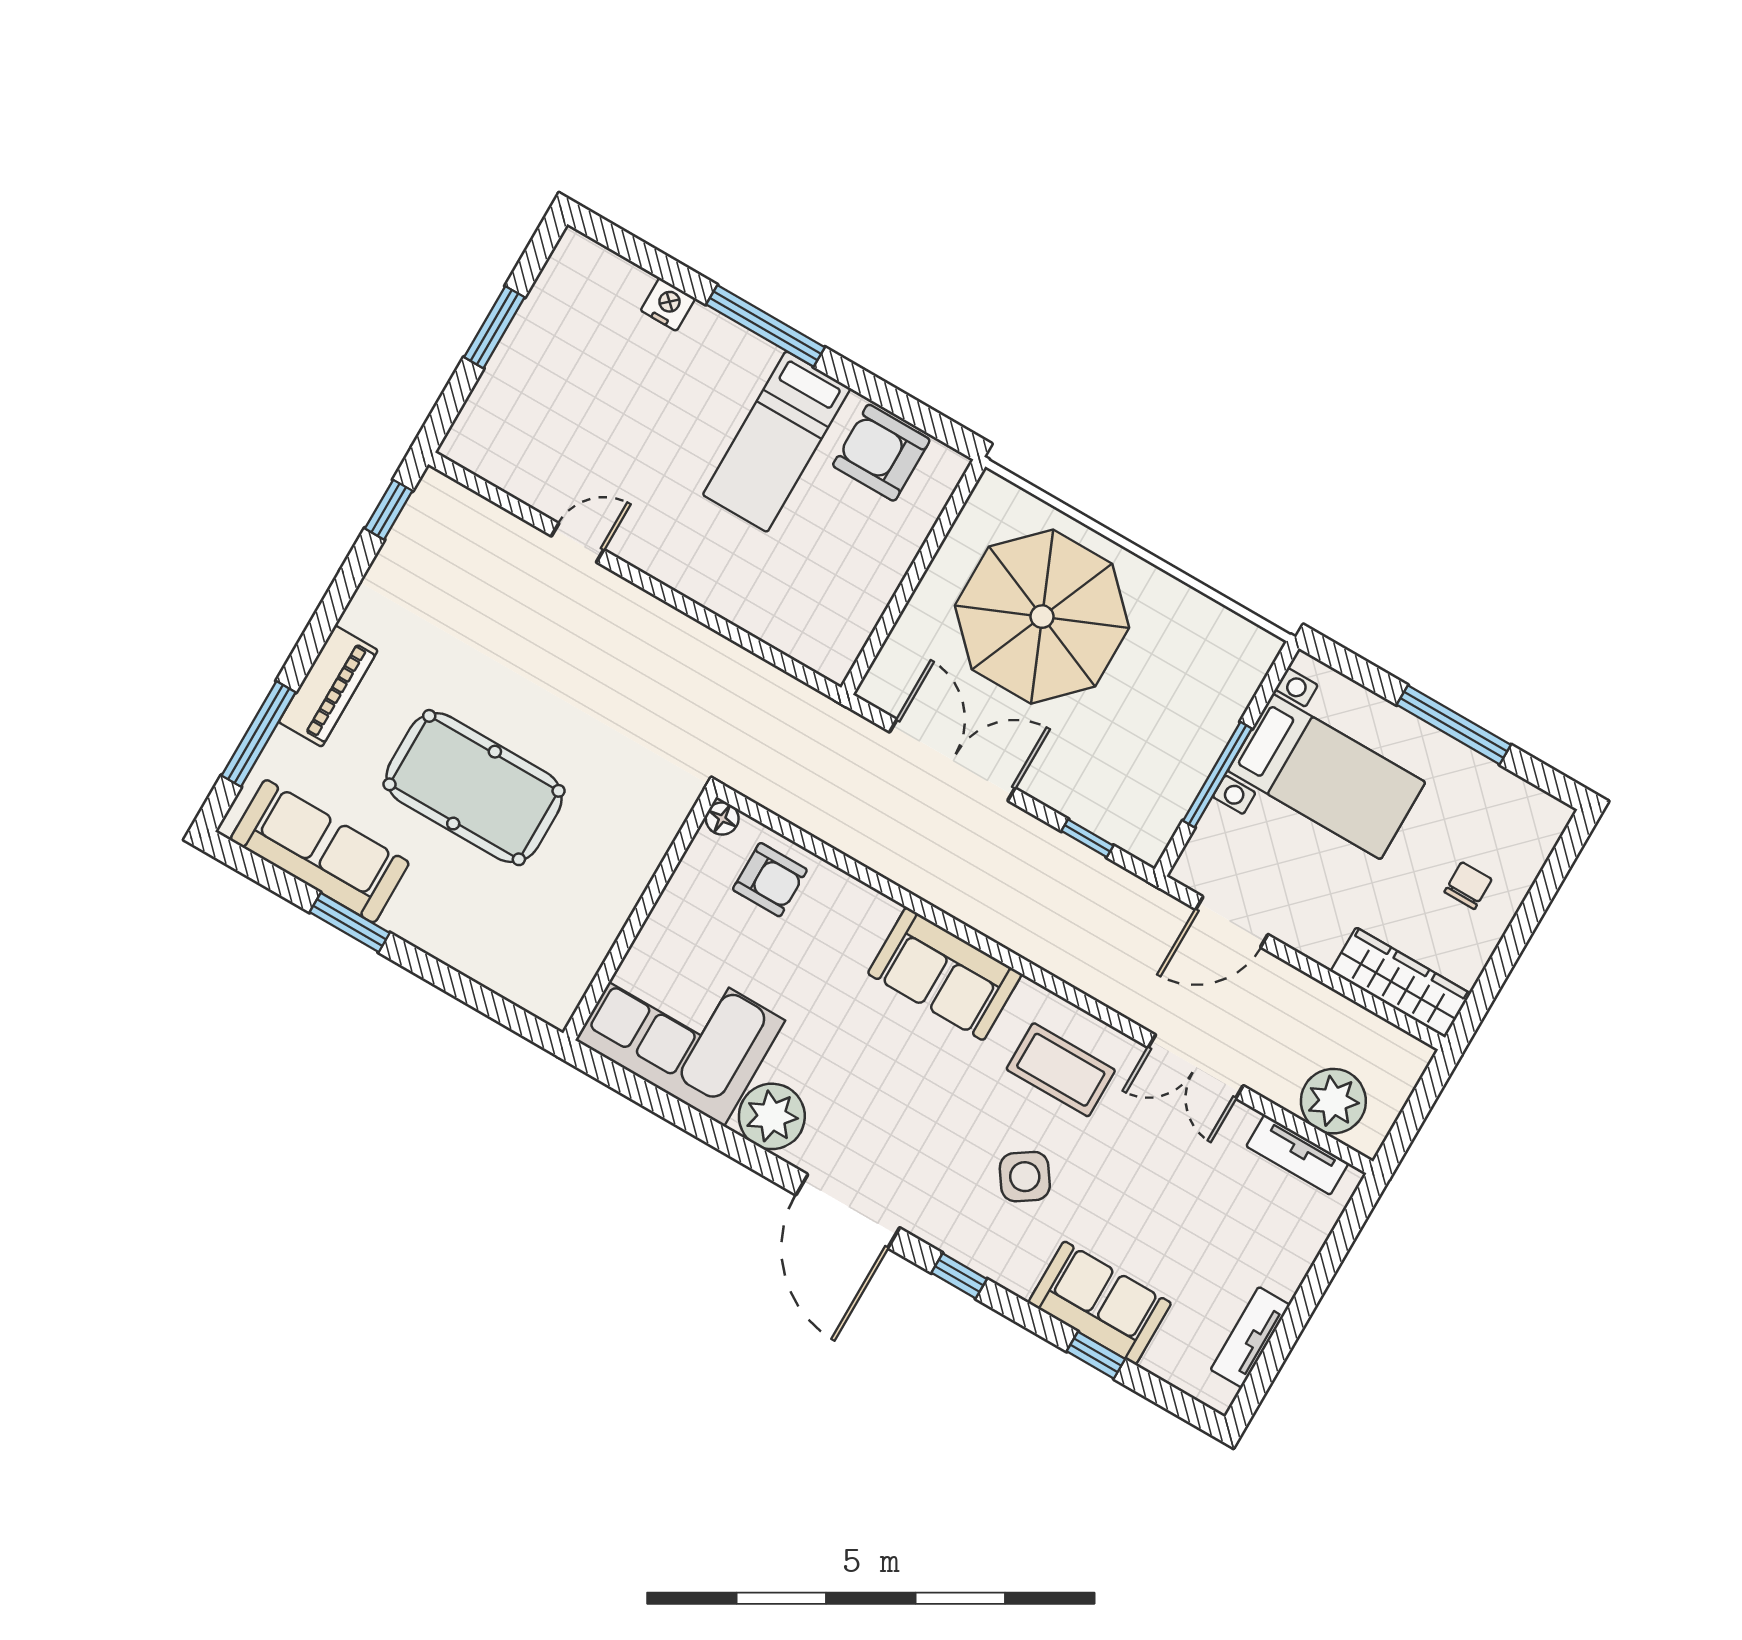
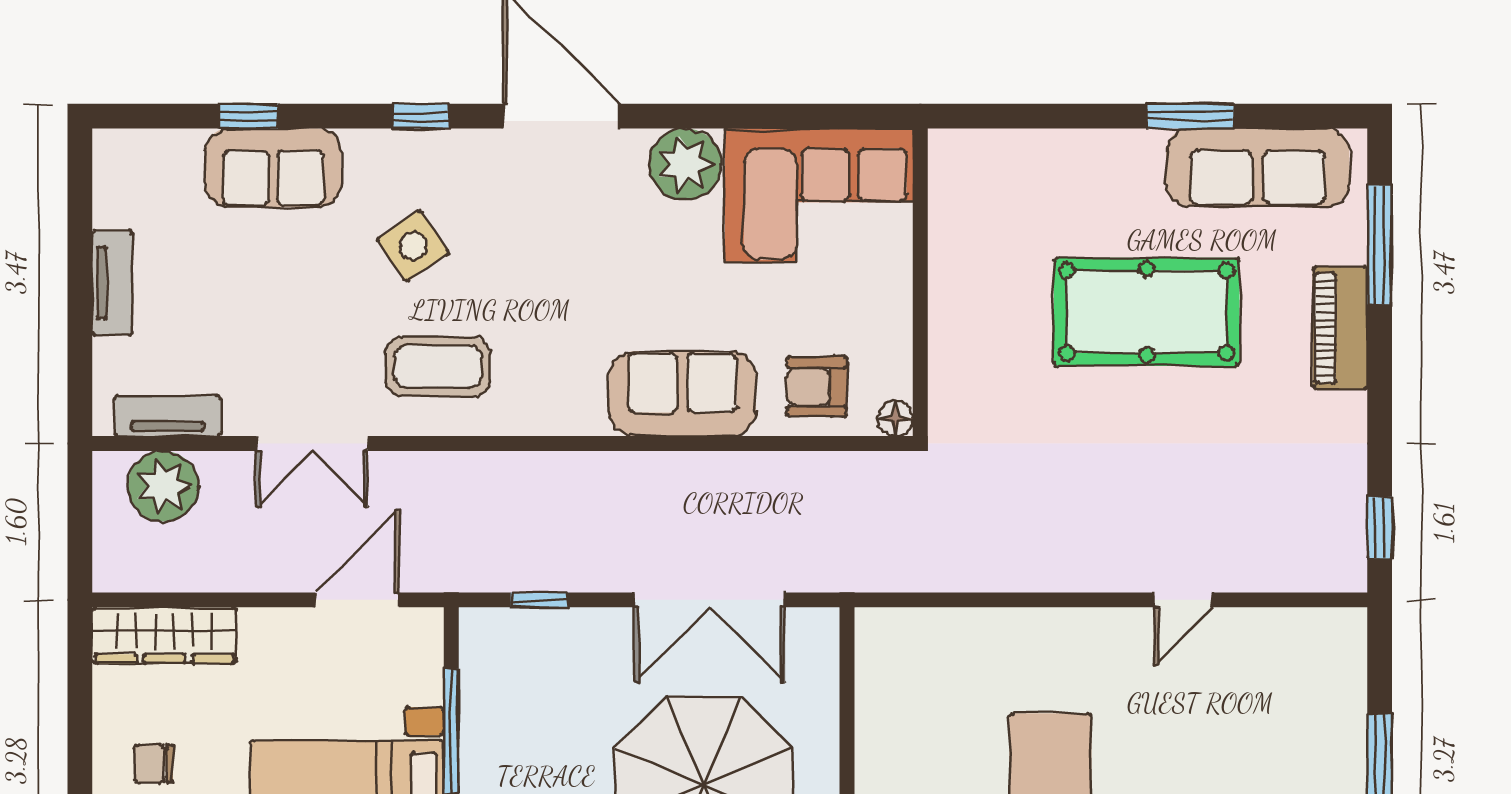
chair: (1468, 886) -> (154, 764), turned 90
sofa: (945, 974) -> (682, 394), moved
double door: (1196, 1067) -> (312, 444), swing flipped
tv unit: (1250, 1337) -> (112, 283), moved

